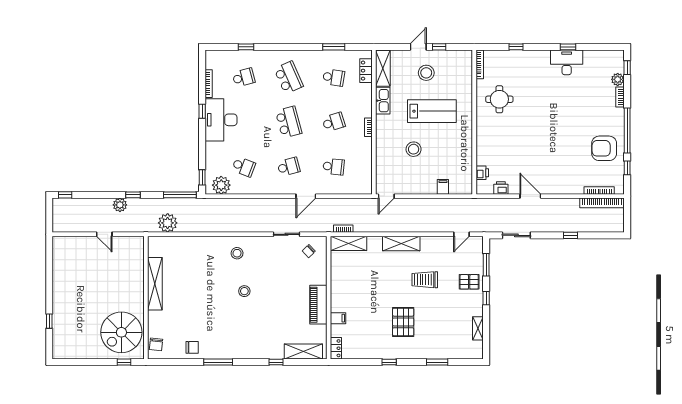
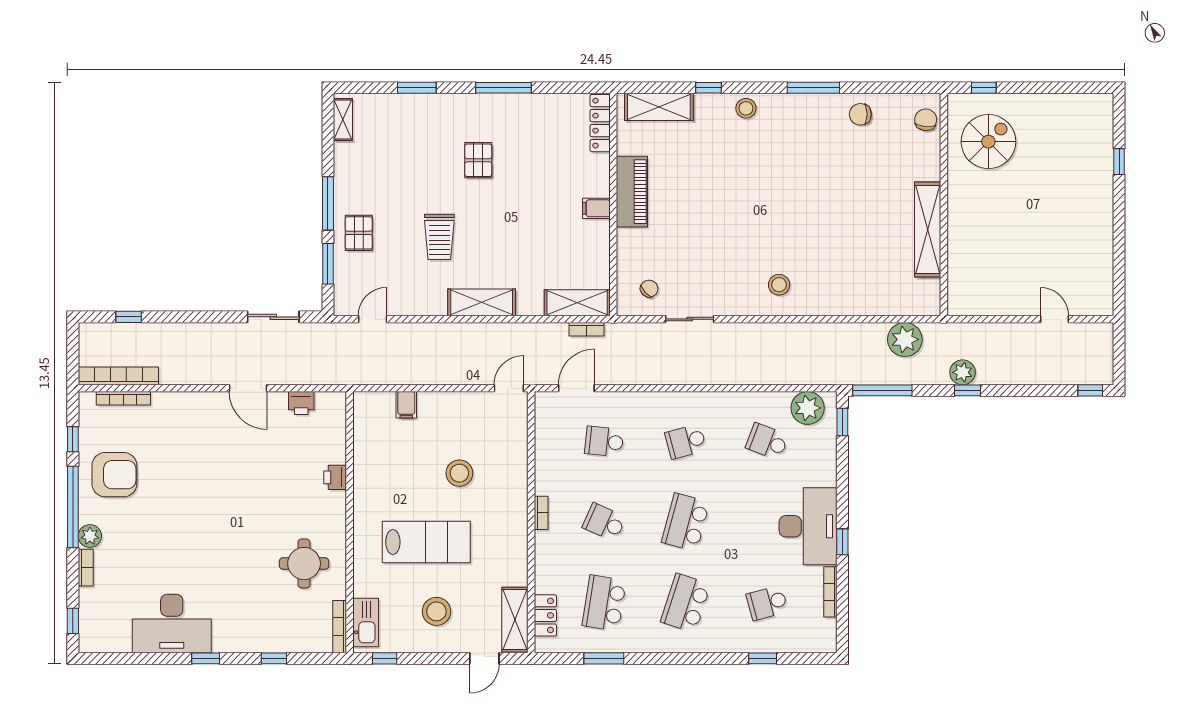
door: (418, 47) -> (484, 658), moved
window: (439, 47) -> (385, 658), moved
window: (568, 47) -> (206, 658), moved
desk: (567, 62) -> (172, 624), width x1.36, depth x1.30
school desk: (289, 77) -> (686, 603), turned 42
school desk: (334, 77) -> (604, 603), width x1.85
plant: (618, 79) -> (90, 536), moved
kitchen sink: (383, 101) -> (366, 623), moved, turned 180
lab bench: (432, 111) -> (426, 542), turned 180
school desk: (289, 122) -> (686, 522), turned 30
school desk: (334, 122) -> (604, 522), turned 42
printer: (482, 173) -> (335, 477), moved
door: (306, 196) -> (576, 388), moved
plant: (120, 205) -> (963, 372), moved
door: (104, 234) -> (1055, 319), moved
window: (571, 235) -> (129, 317), moved
trolley: (425, 280) -> (439, 237), turned 90
pallet: (469, 282) -> (359, 233), turned 90
stool: (244, 291) -> (746, 108), moved
window: (486, 298) -> (328, 203), width x2.17
filing cabinet: (338, 318) -> (596, 208), moved
pallet: (403, 322) -> (478, 160), width x0.67, depth x0.71
shelving: (478, 328) -> (343, 120), moved
spiral stairs: (121, 332) -> (988, 142), width x0.73, depth x0.73
locker: (336, 348) -> (600, 123), width x1.53
window: (389, 362) -> (504, 88), width x2.17

